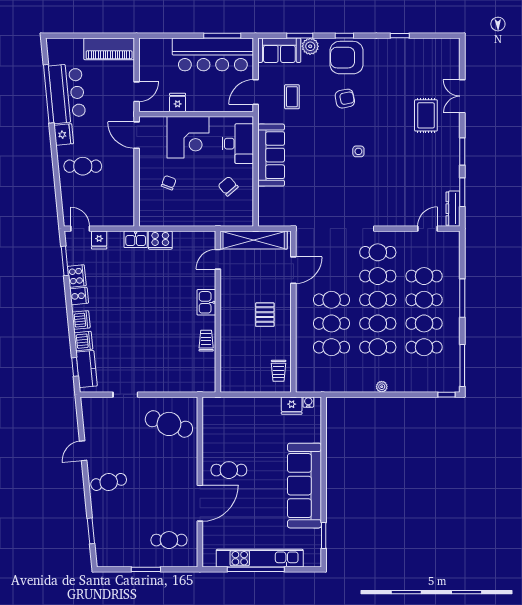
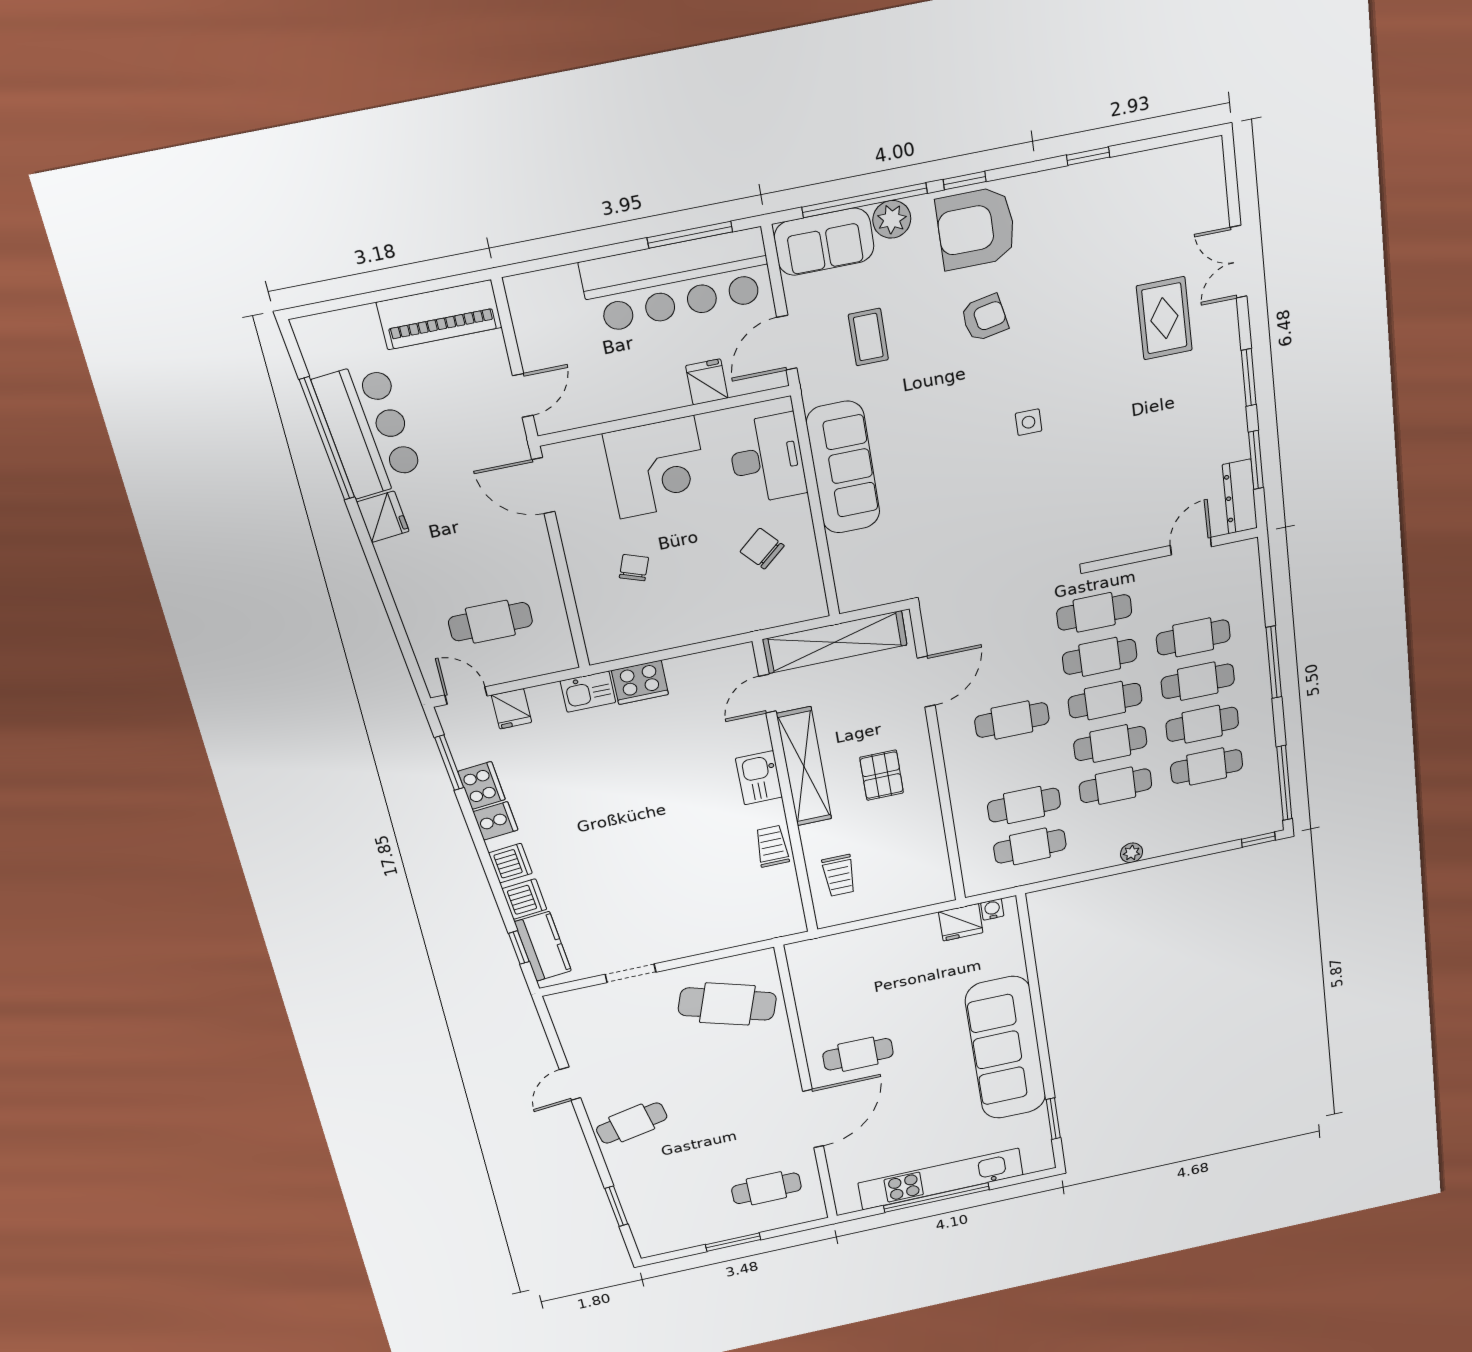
window: (300, 36) -> (865, 200), width x2.11
fridge: (178, 102) -> (707, 382), moved
cafe table: (83, 166) -> (490, 622), moved
shelving: (229, 301) -> (804, 767), added
cafe table: (332, 323) -> (1030, 846), moved
trolley: (279, 371) -> (839, 875), moved

